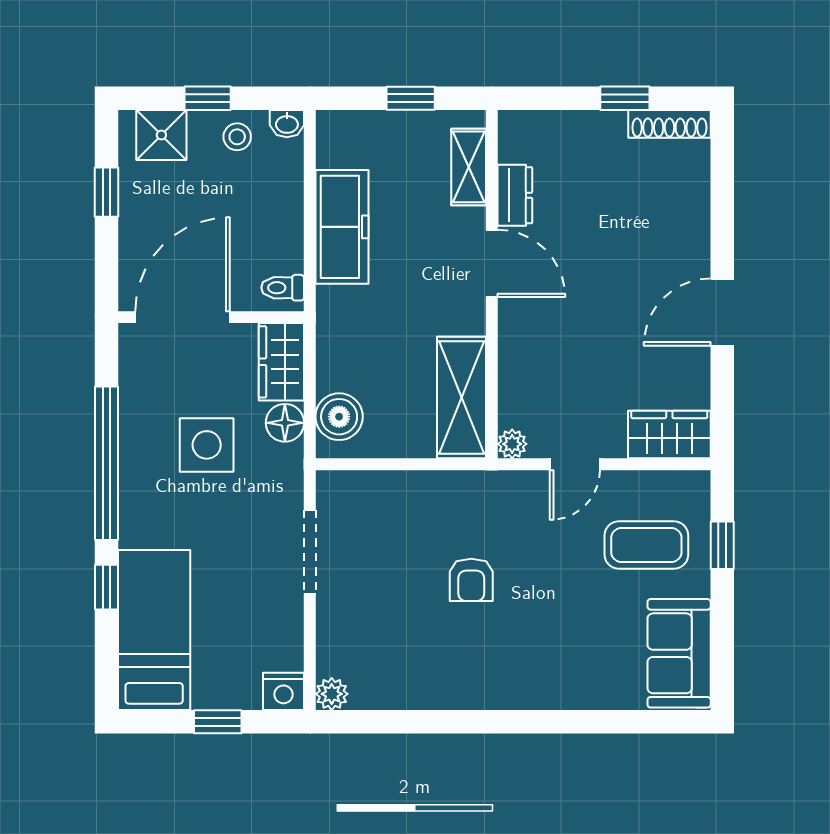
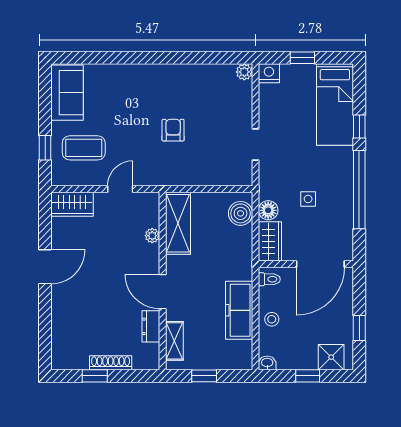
shoe rack: (669, 124) -> (111, 363), moved
stool: (237, 137) -> (272, 319), moved
plant: (512, 444) -> (152, 236), moved
side table: (207, 445) -> (308, 199), width x0.54, depth x0.54
doorway: (310, 552) -> (255, 145), width x0.73

